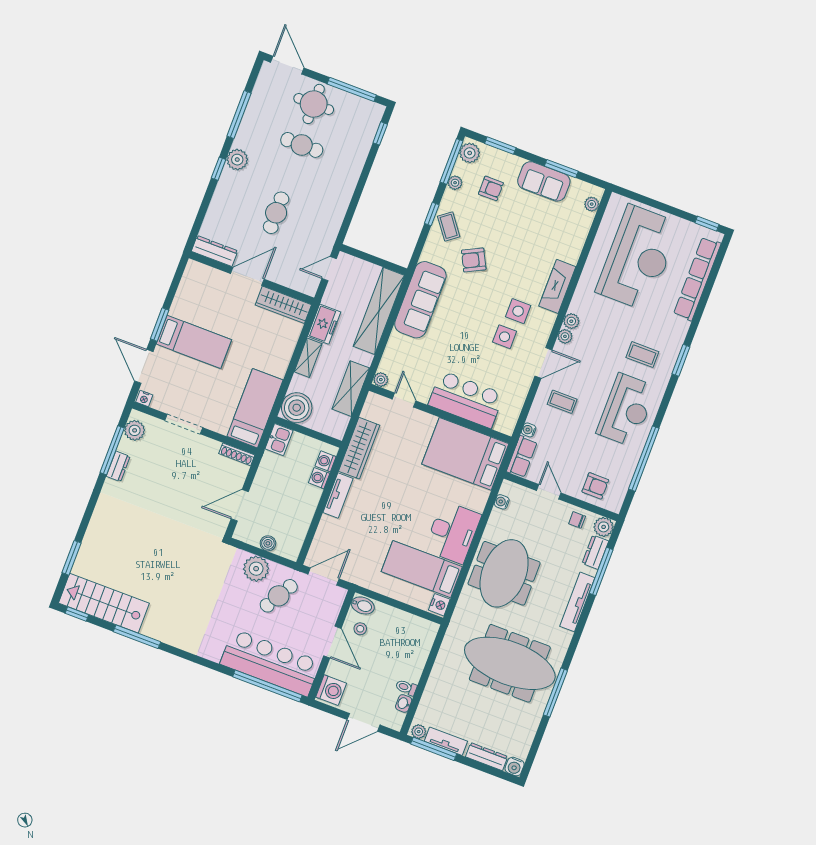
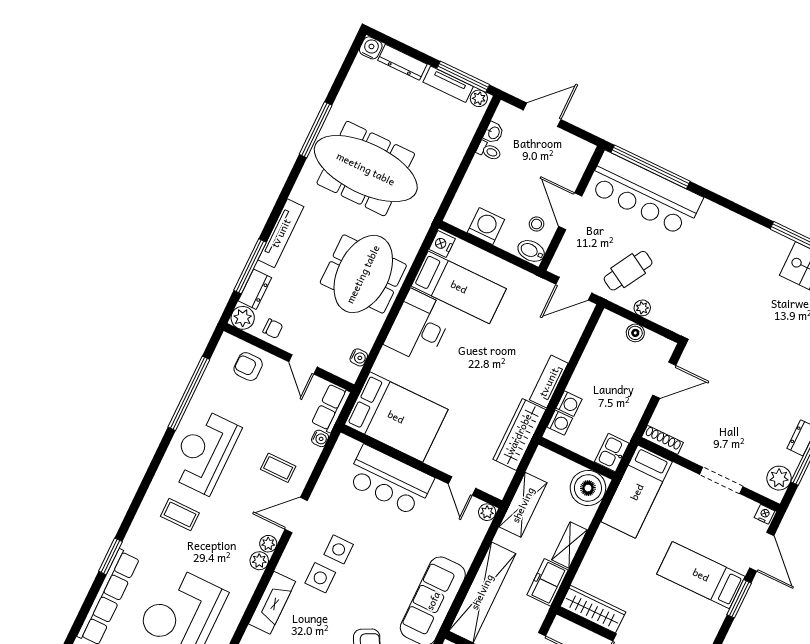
window: (681, 360) -> (110, 556), moved
plant: (256, 569) -> (642, 308), width x0.53, depth x0.53
washing machine: (331, 690) -> (486, 226), moved, turned 90

